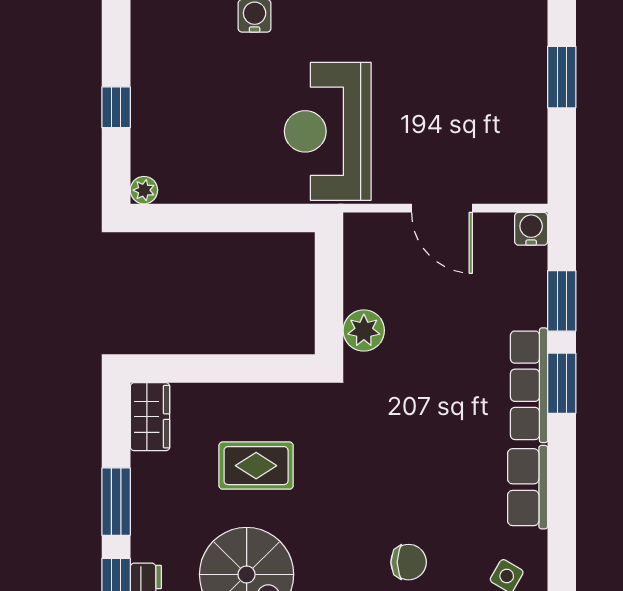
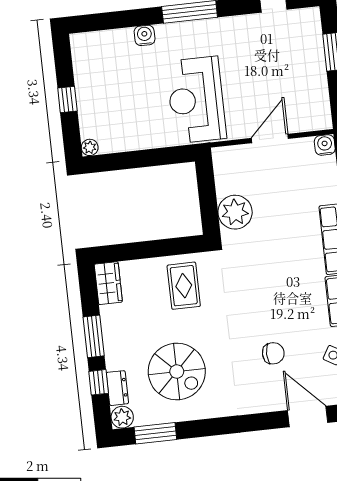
door: (442, 208) -> (270, 138), swing flipped
plant: (364, 330) -> (235, 212), width x1.36, depth x1.36
rug: (256, 466) -> (184, 286), moved, turned 90

